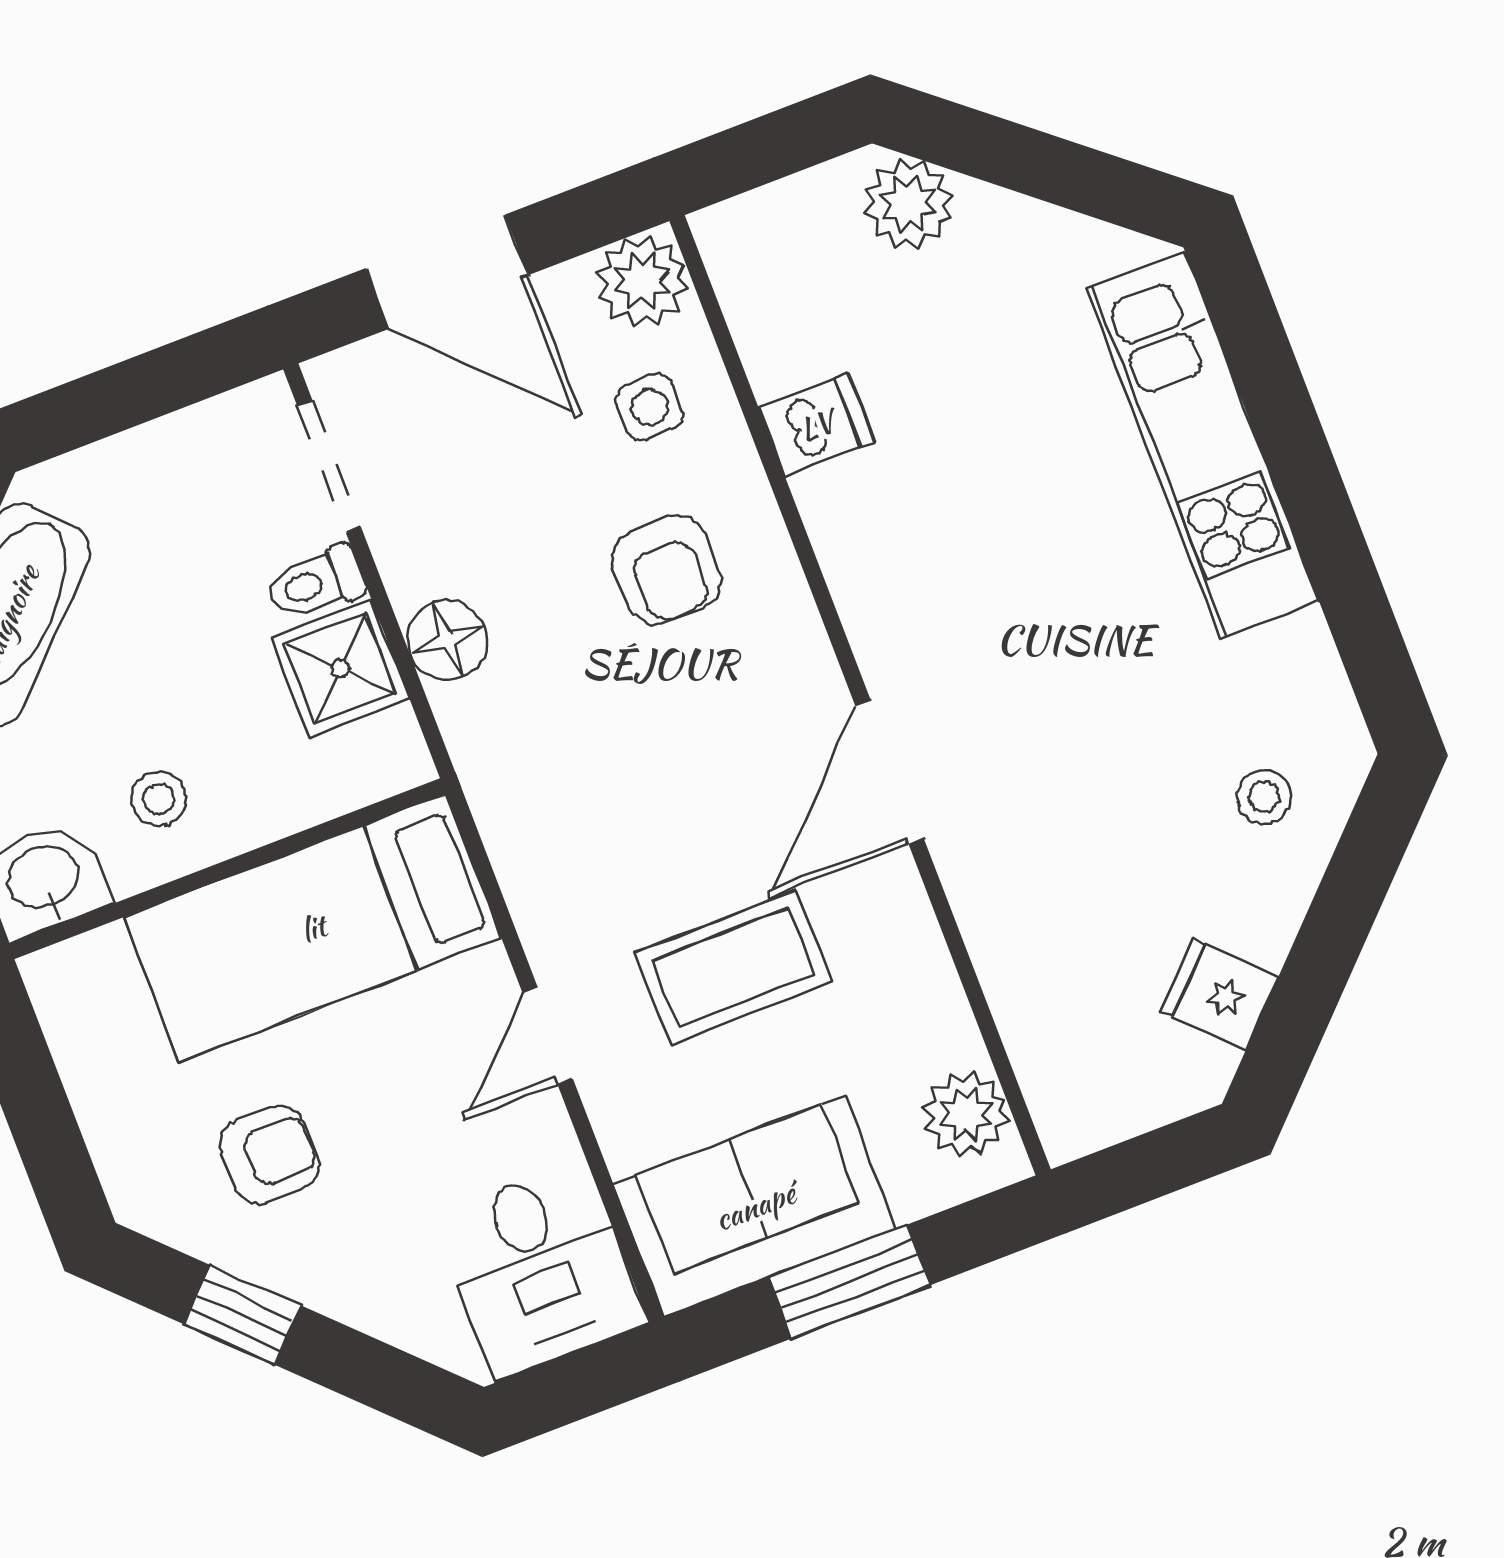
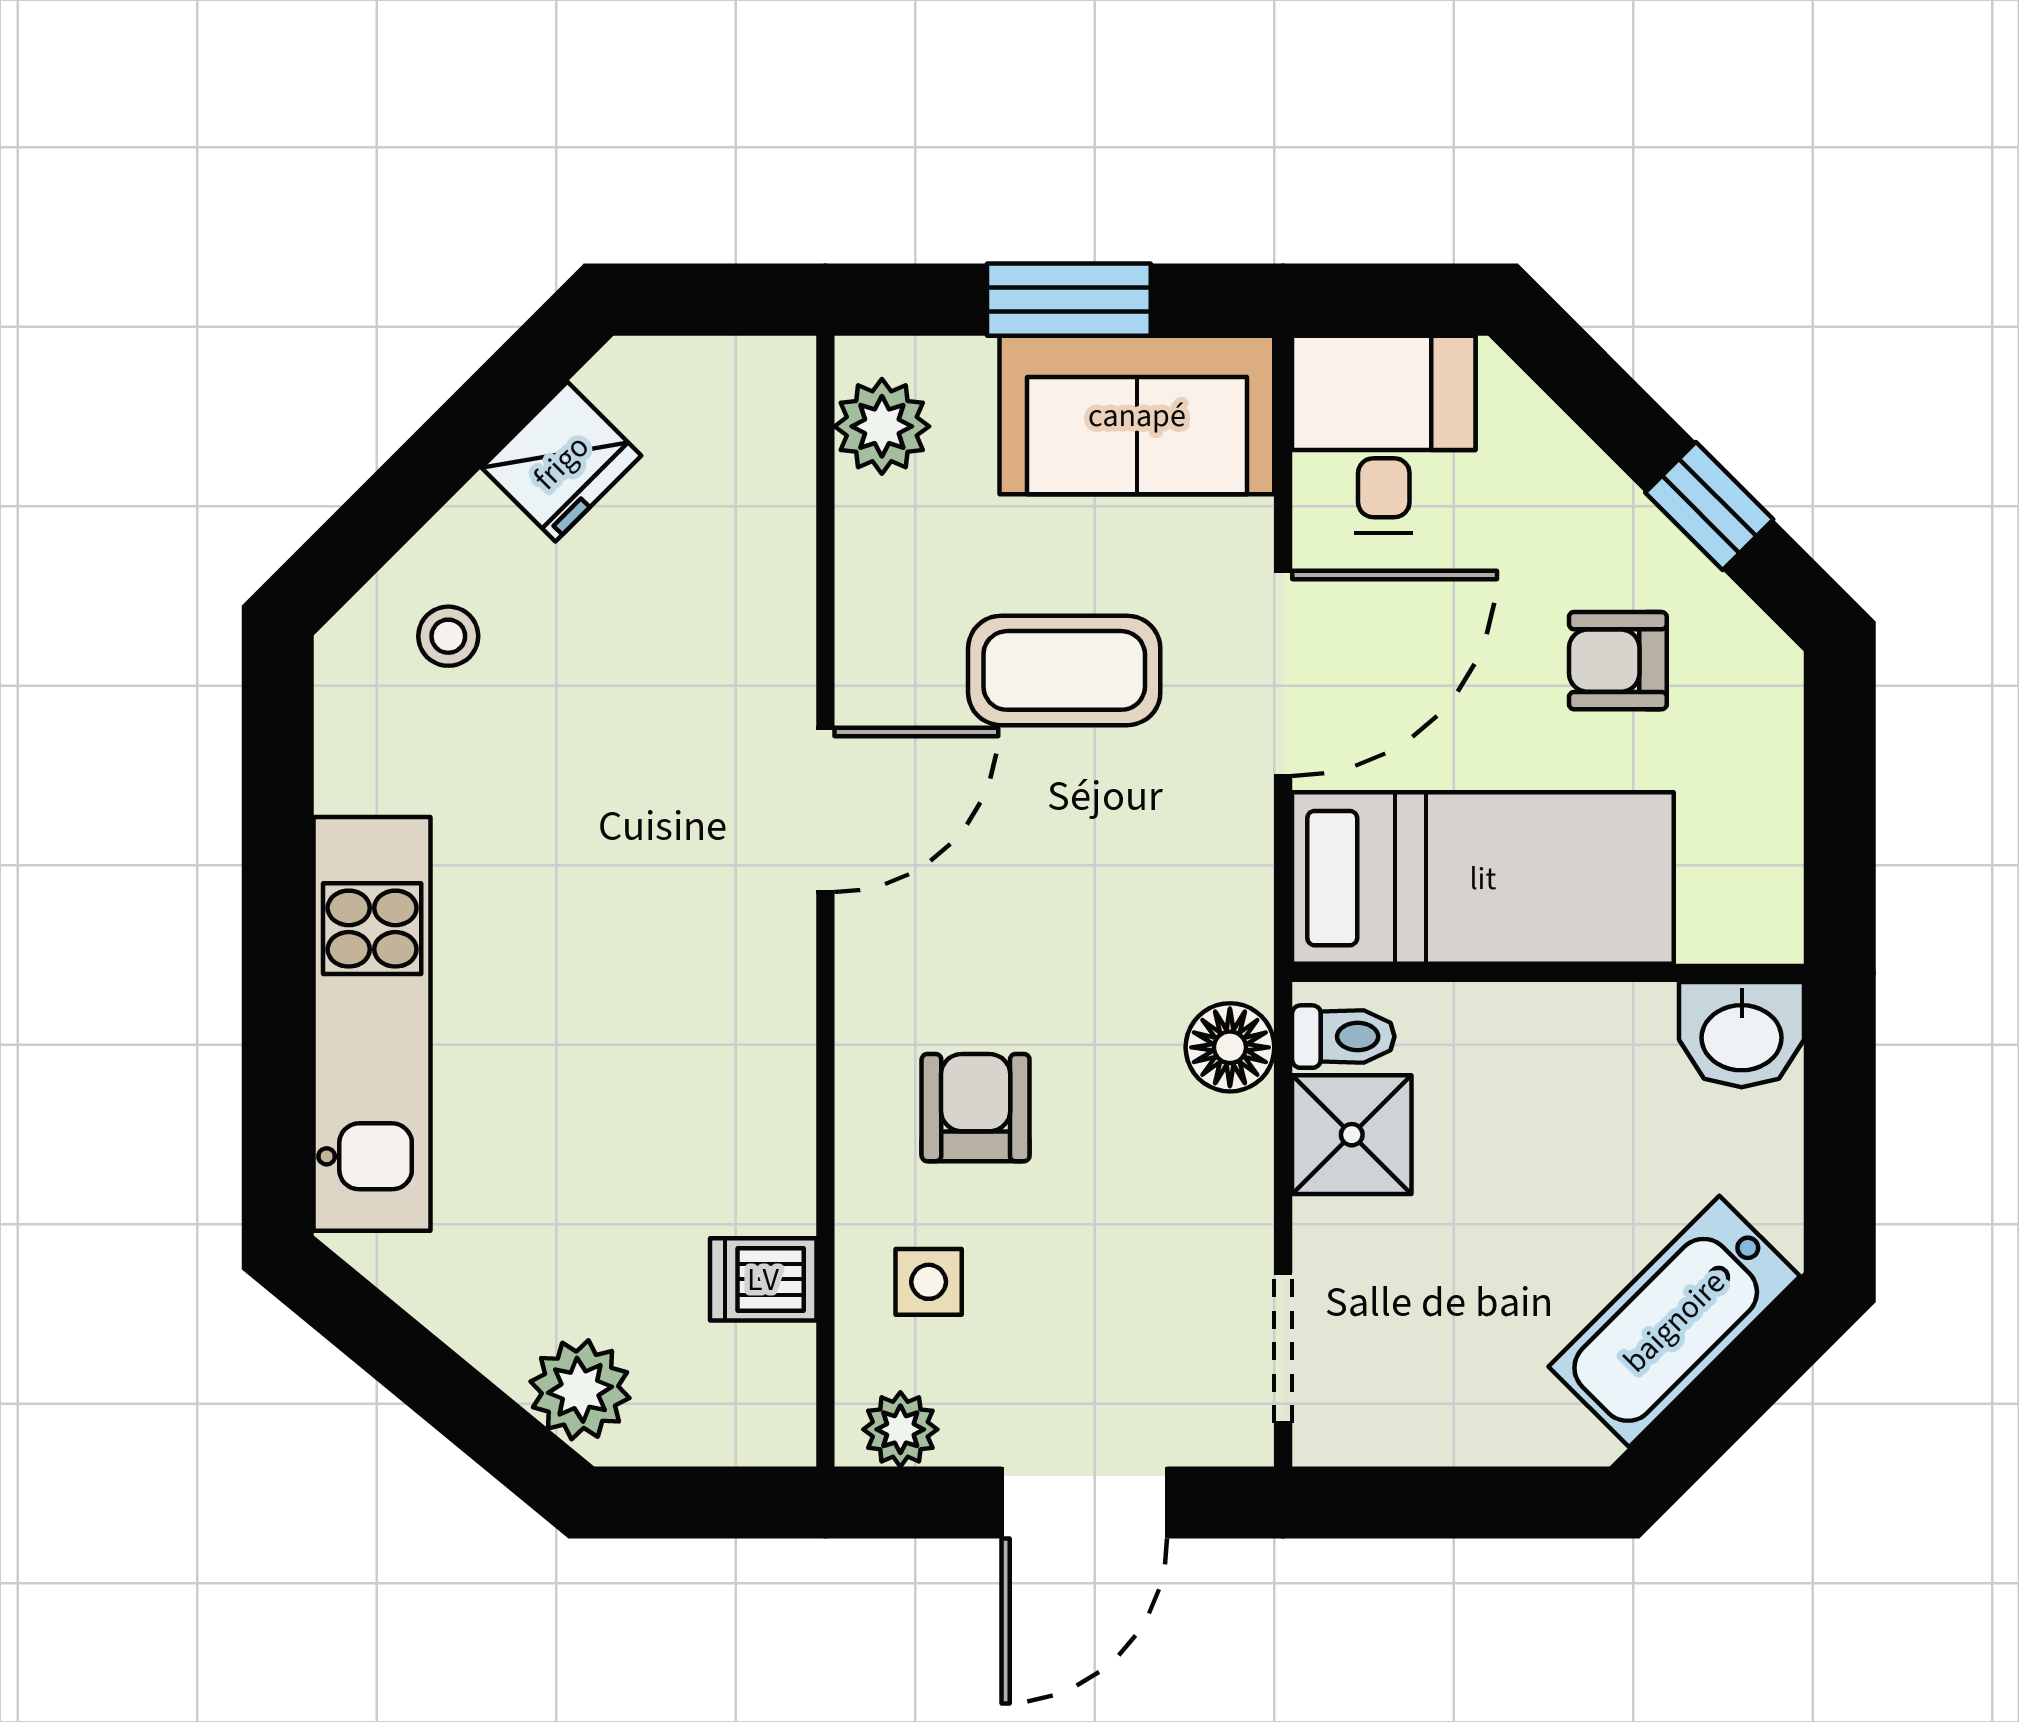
door: (447, 272) -> (1084, 1502), swing flipped
plant: (642, 281) -> (900, 1429), width x0.73, depth x0.73
dishwasher: (816, 425) -> (763, 1279), moved
toilet: (316, 583) -> (1343, 1037), moved
floor lamp: (447, 640) -> (1230, 1047), moved
stool: (158, 799) -> (1592, 1072), removed
fridge: (1219, 994) -> (561, 462), width x1.38
door: (548, 1036) -> (1283, 673), width x1.87

